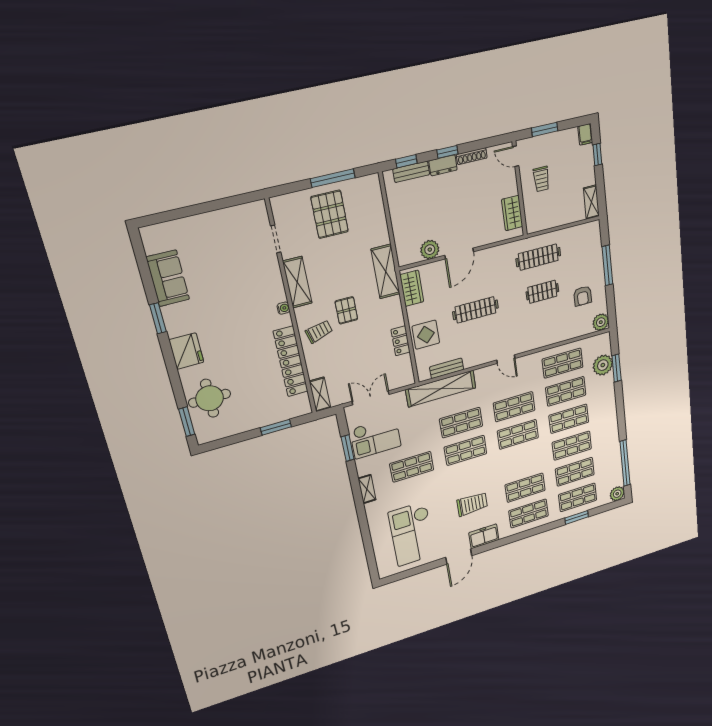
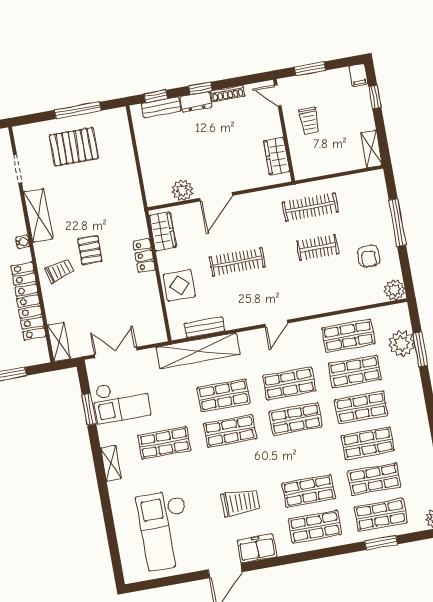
pallet: (330, 214) -> (74, 147), turned 90
shelving: (386, 272) -> (133, 211), removed
locker: (401, 341) -> (144, 256), moved
door: (506, 359) -> (276, 324), hinge flipped

